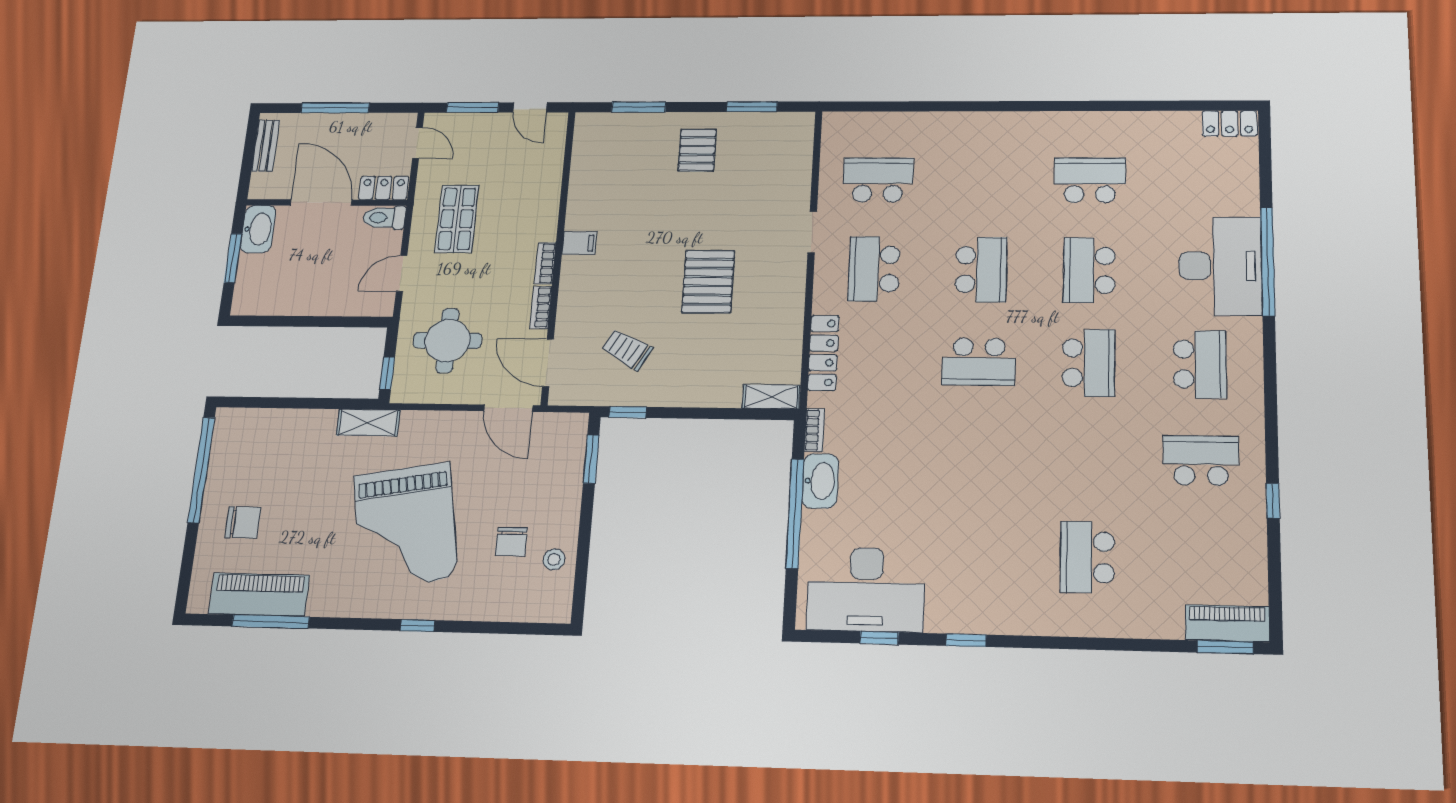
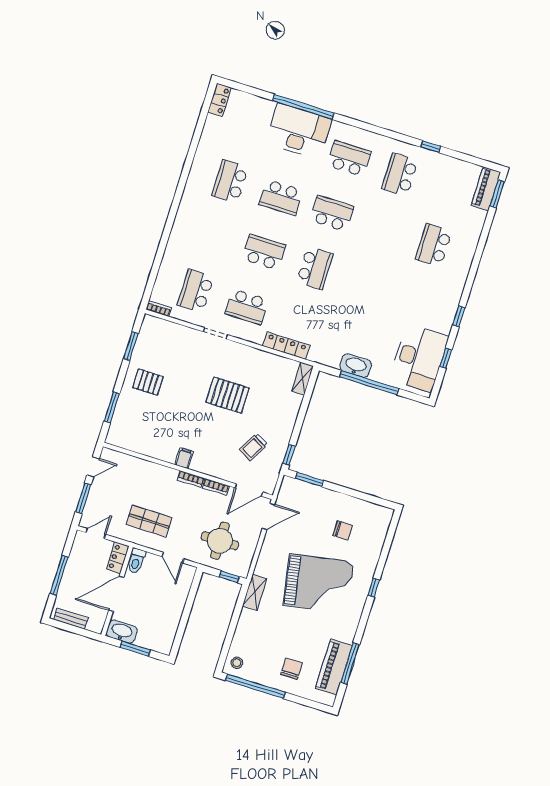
bookcase: (814, 430) -> (159, 308), moved
school desk: (1087, 557) -> (434, 245), turned 90
stool: (554, 559) -> (237, 663), moved

